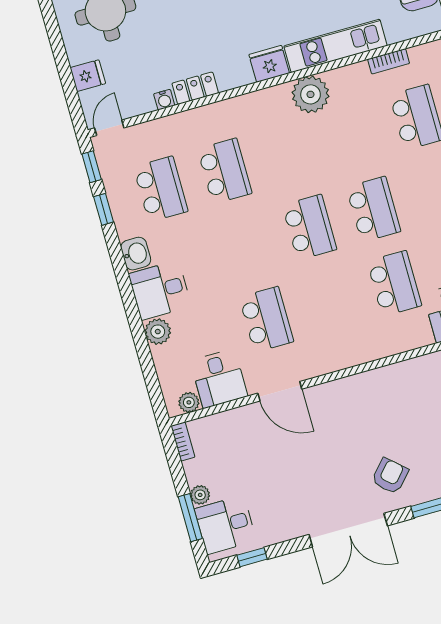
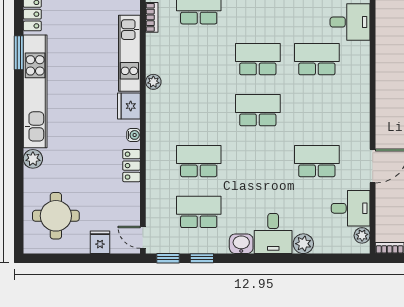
plant: (311, 94) -> (153, 82), width x0.53, depth x0.53
water cooler: (164, 100) -> (134, 135), moved

